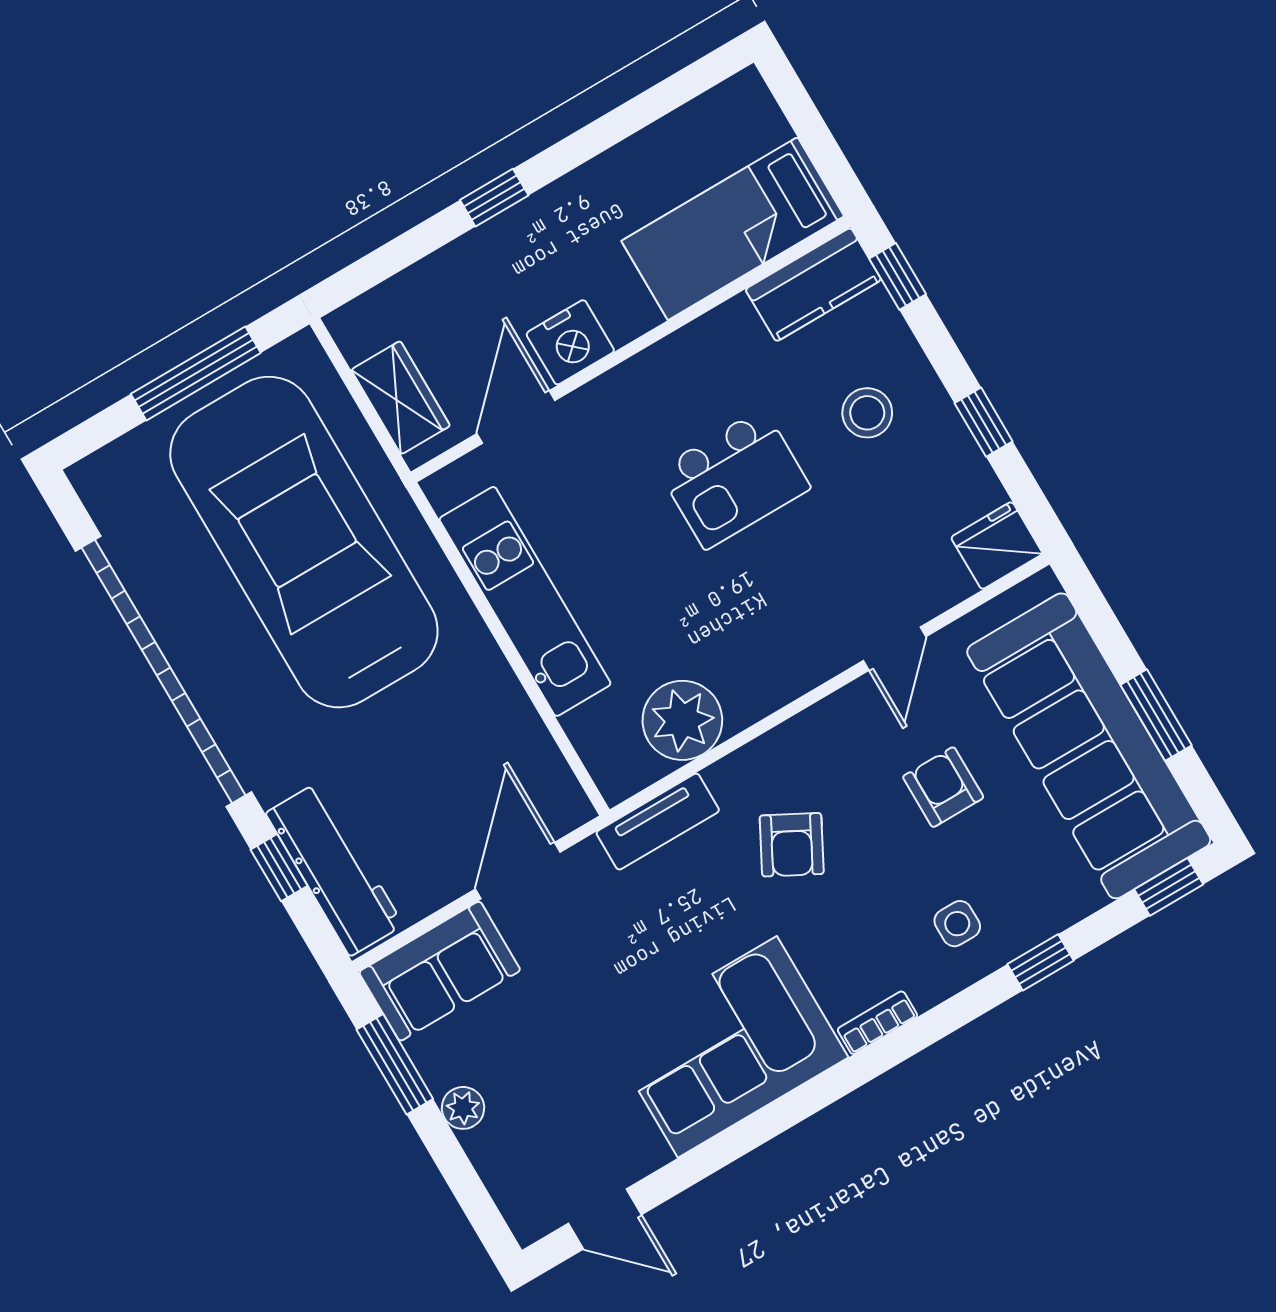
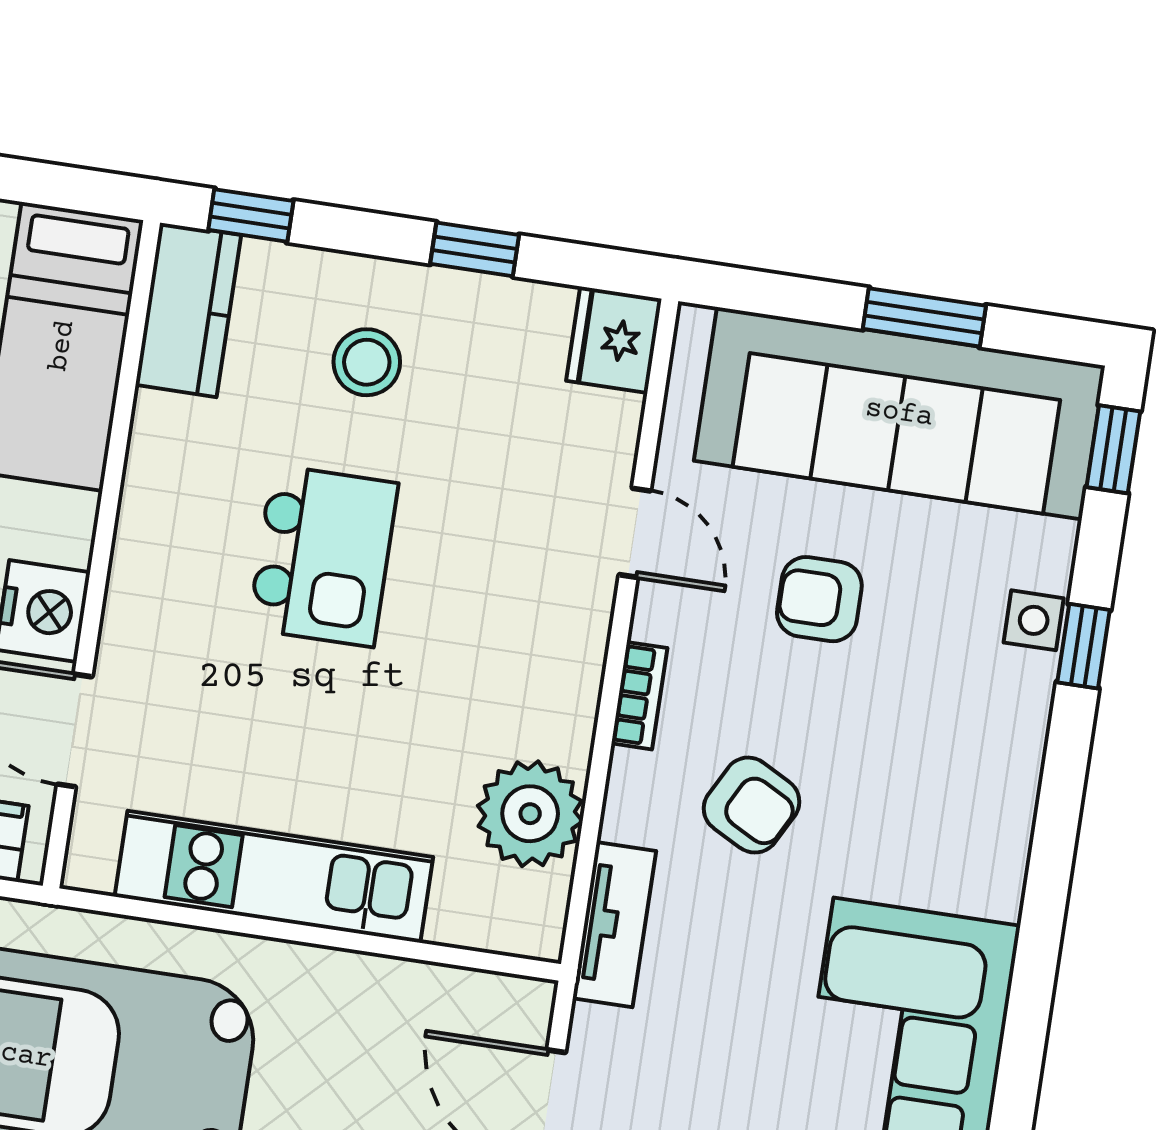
side table: (957, 924) -> (1034, 620), moved
bookcase: (877, 1023) -> (639, 696), moved, turned 180

